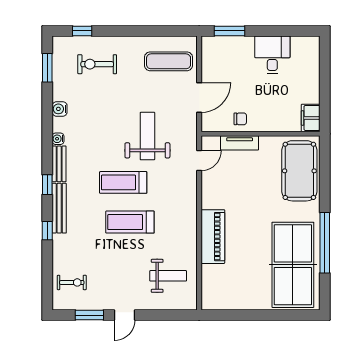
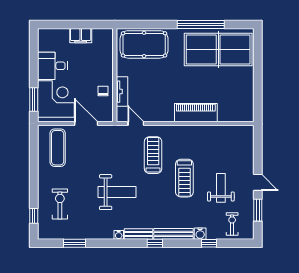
corner desk: (230, 59) -> (56, 99), added
exercise bike: (97, 64) -> (60, 204), turned 180
window: (47, 68) -> (75, 243), moved
water cooler: (60, 109) -> (200, 234), moved
filing cabinet: (311, 118) -> (81, 36), moved
weight bench: (147, 136) -> (117, 192), moved, turned 180
treadmill: (123, 182) -> (153, 155), moved, turned 180
window: (47, 231) -> (209, 243), moved
weight bench: (168, 276) -> (221, 188), moved

